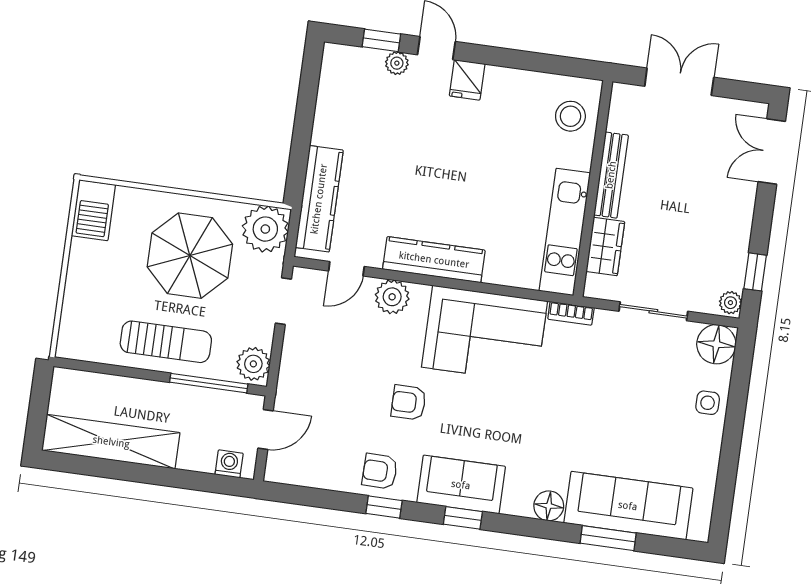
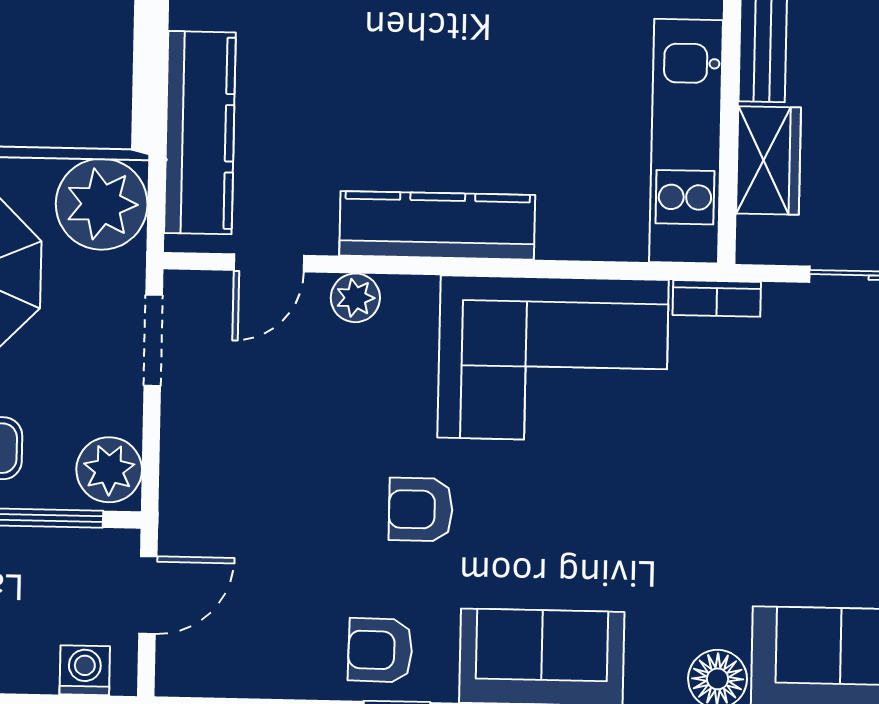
plant: (392, 297) -> (355, 298), width x0.73, depth x0.73

